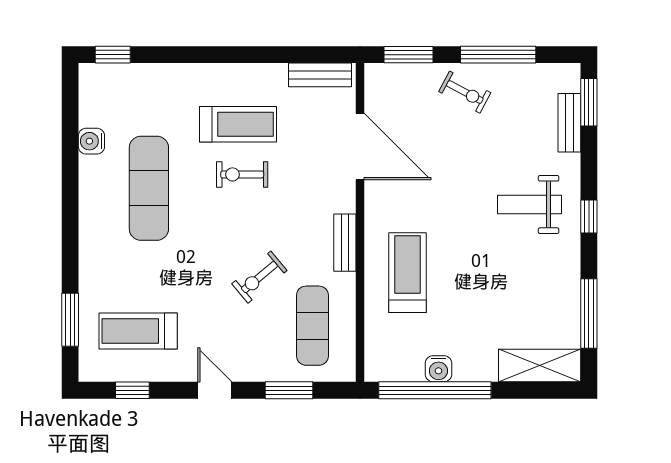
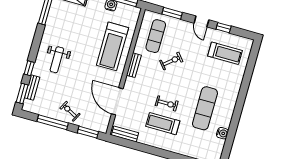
weight bench: (529, 204) -> (57, 60), turned 90
window: (589, 216) -> (29, 68), moved
treadmill: (407, 273) -> (112, 46), width x1.37, depth x1.38
window: (70, 320) -> (251, 65), removed
window: (132, 390) -> (224, 28), moved

